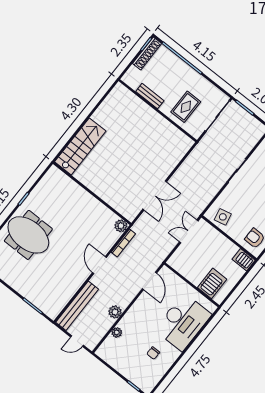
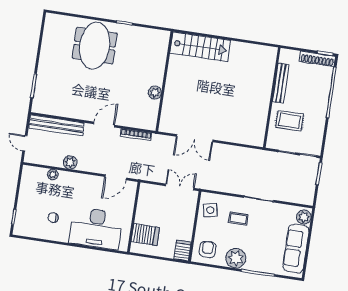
bench: (150, 96) -> (281, 83), width x1.36
coffee table: (244, 197) -> (238, 219), added
plant: (121, 226) -> (155, 93), moved

